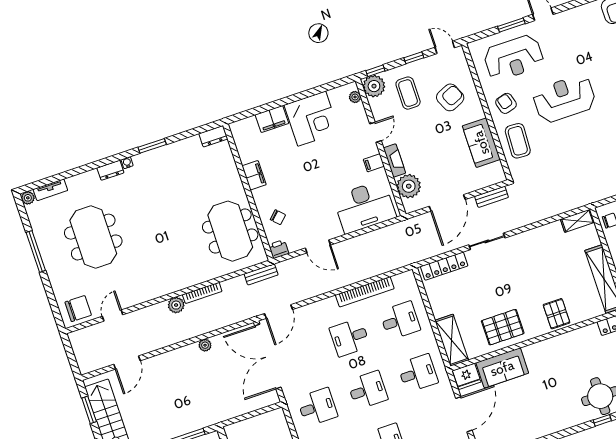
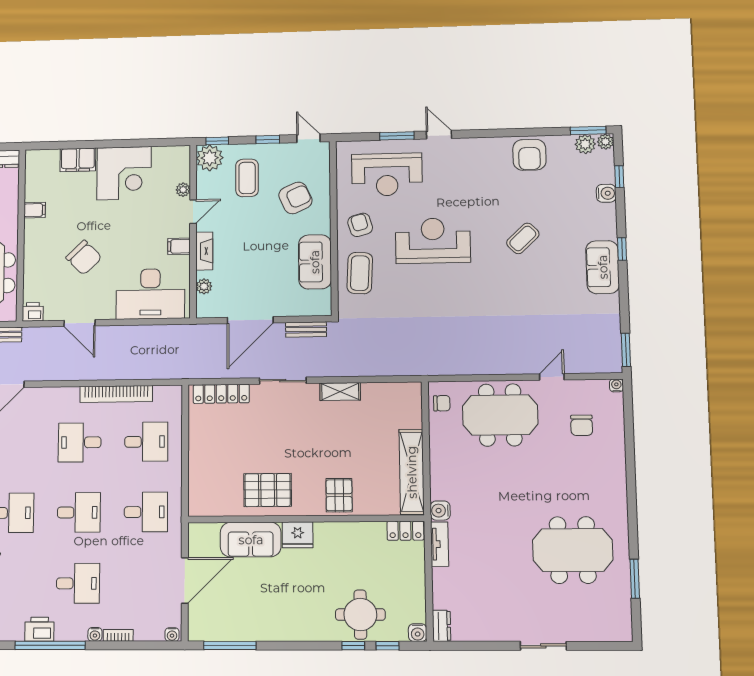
plant: (355, 97) -> (183, 190), moved
filing cabinet: (254, 175) -> (35, 210), width x0.50
plant: (409, 186) -> (204, 286), width x0.53, depth x0.53
chair: (278, 217) -> (84, 258), moved, width x1.87, depth x1.87
shelving: (577, 221) -> (340, 392), moved
shelving: (452, 340) -> (200, 486), removed
fridge: (467, 376) -> (298, 535), moved

